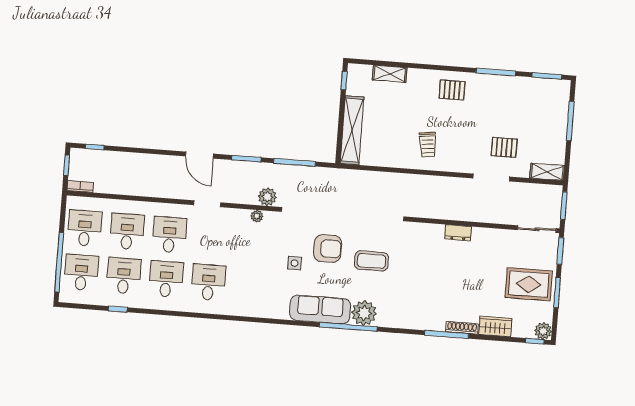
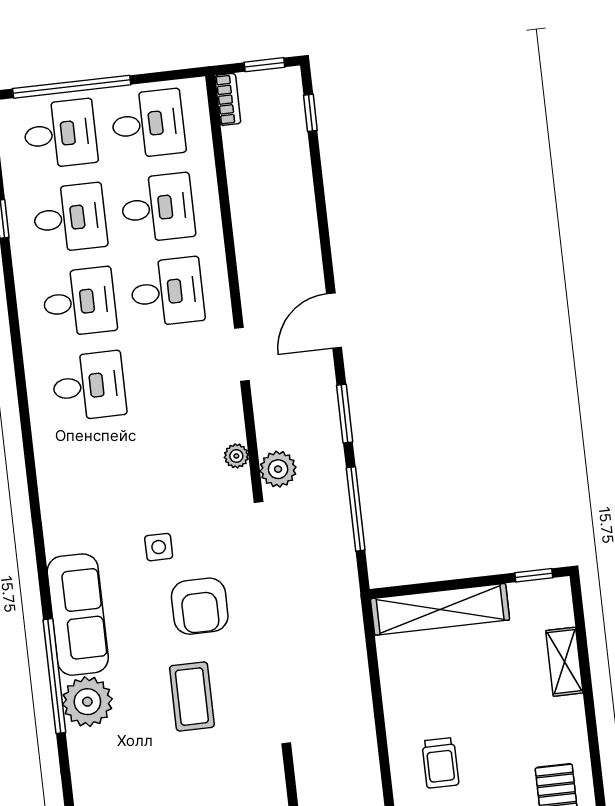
trolley: (428, 145) -> (440, 763), turned -83

